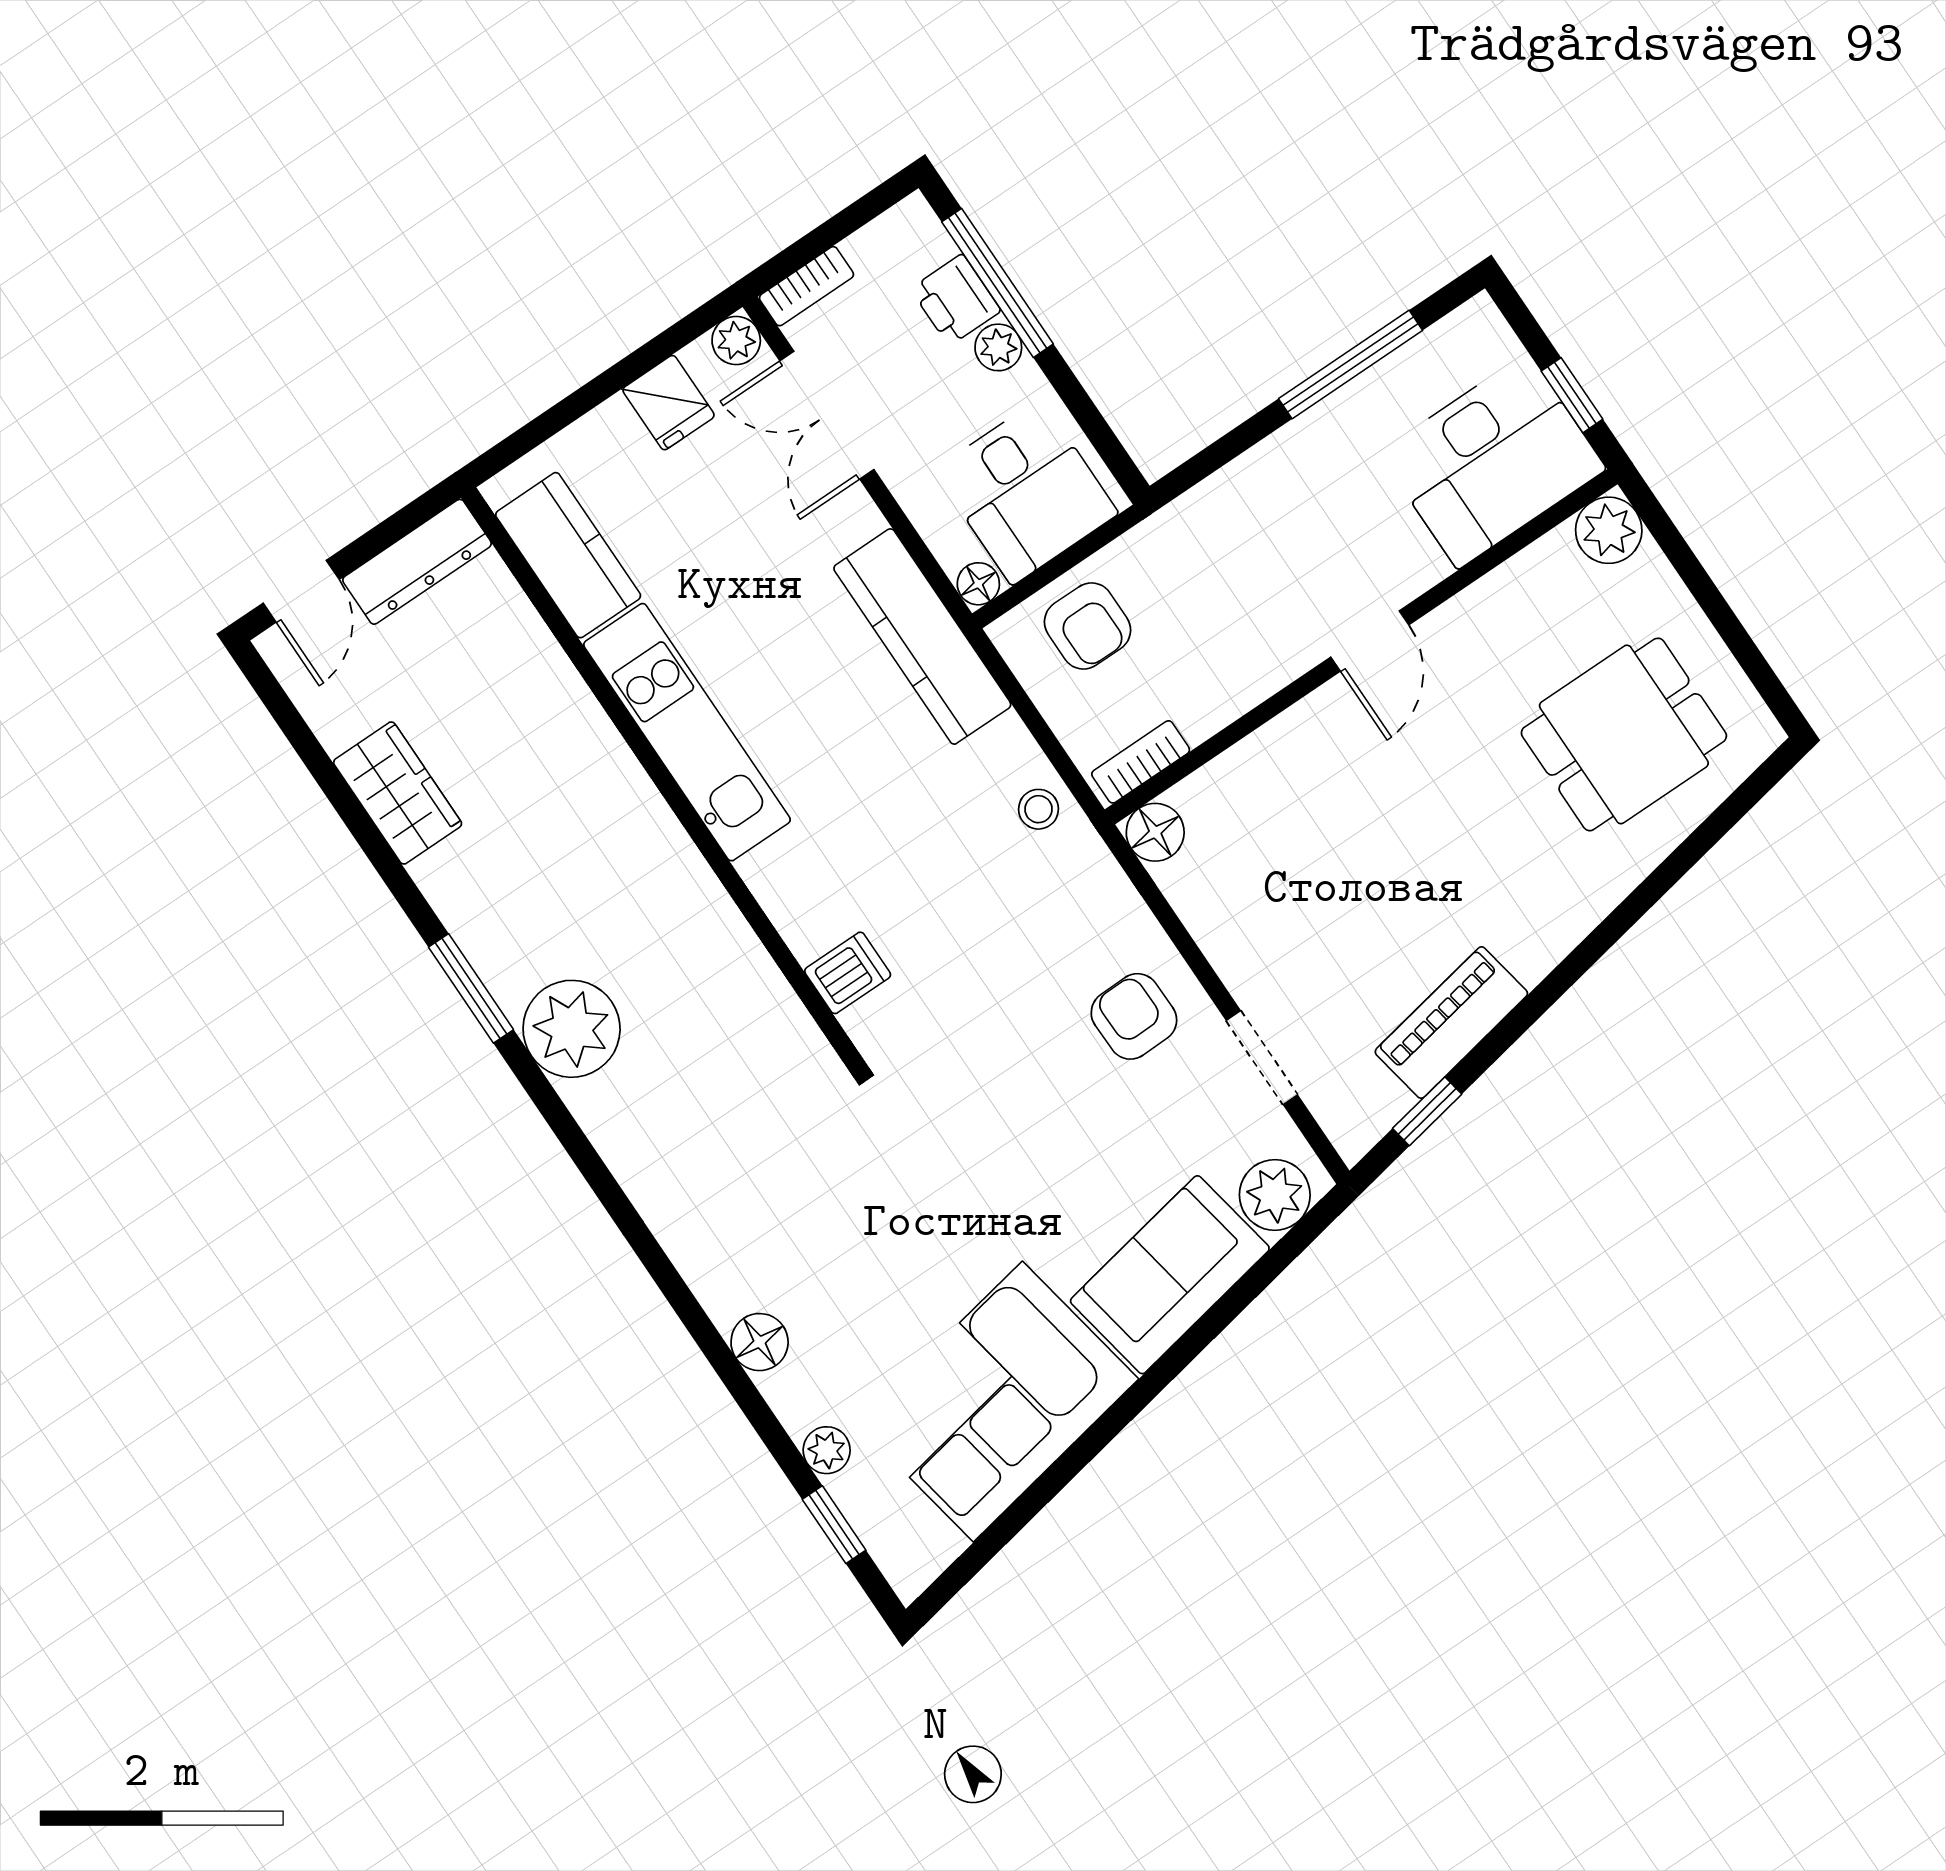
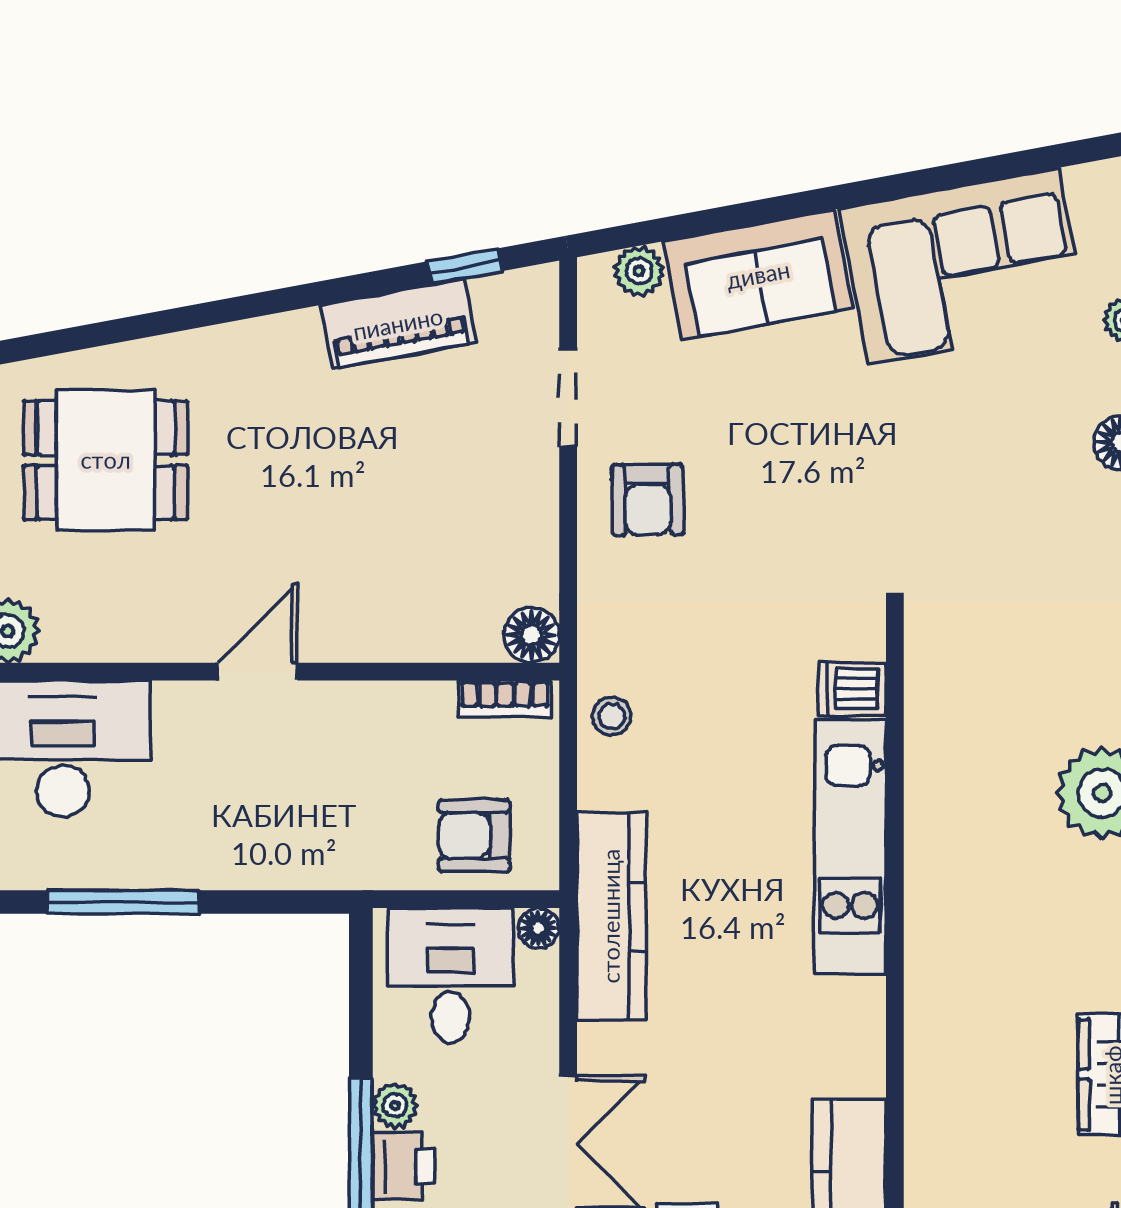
armchair: (1087, 626) -> (474, 836), turned -90
kitchen unit: (687, 732) -> (850, 847), moved
plant: (1275, 1195) -> (639, 271), width x0.73, depth x0.73

